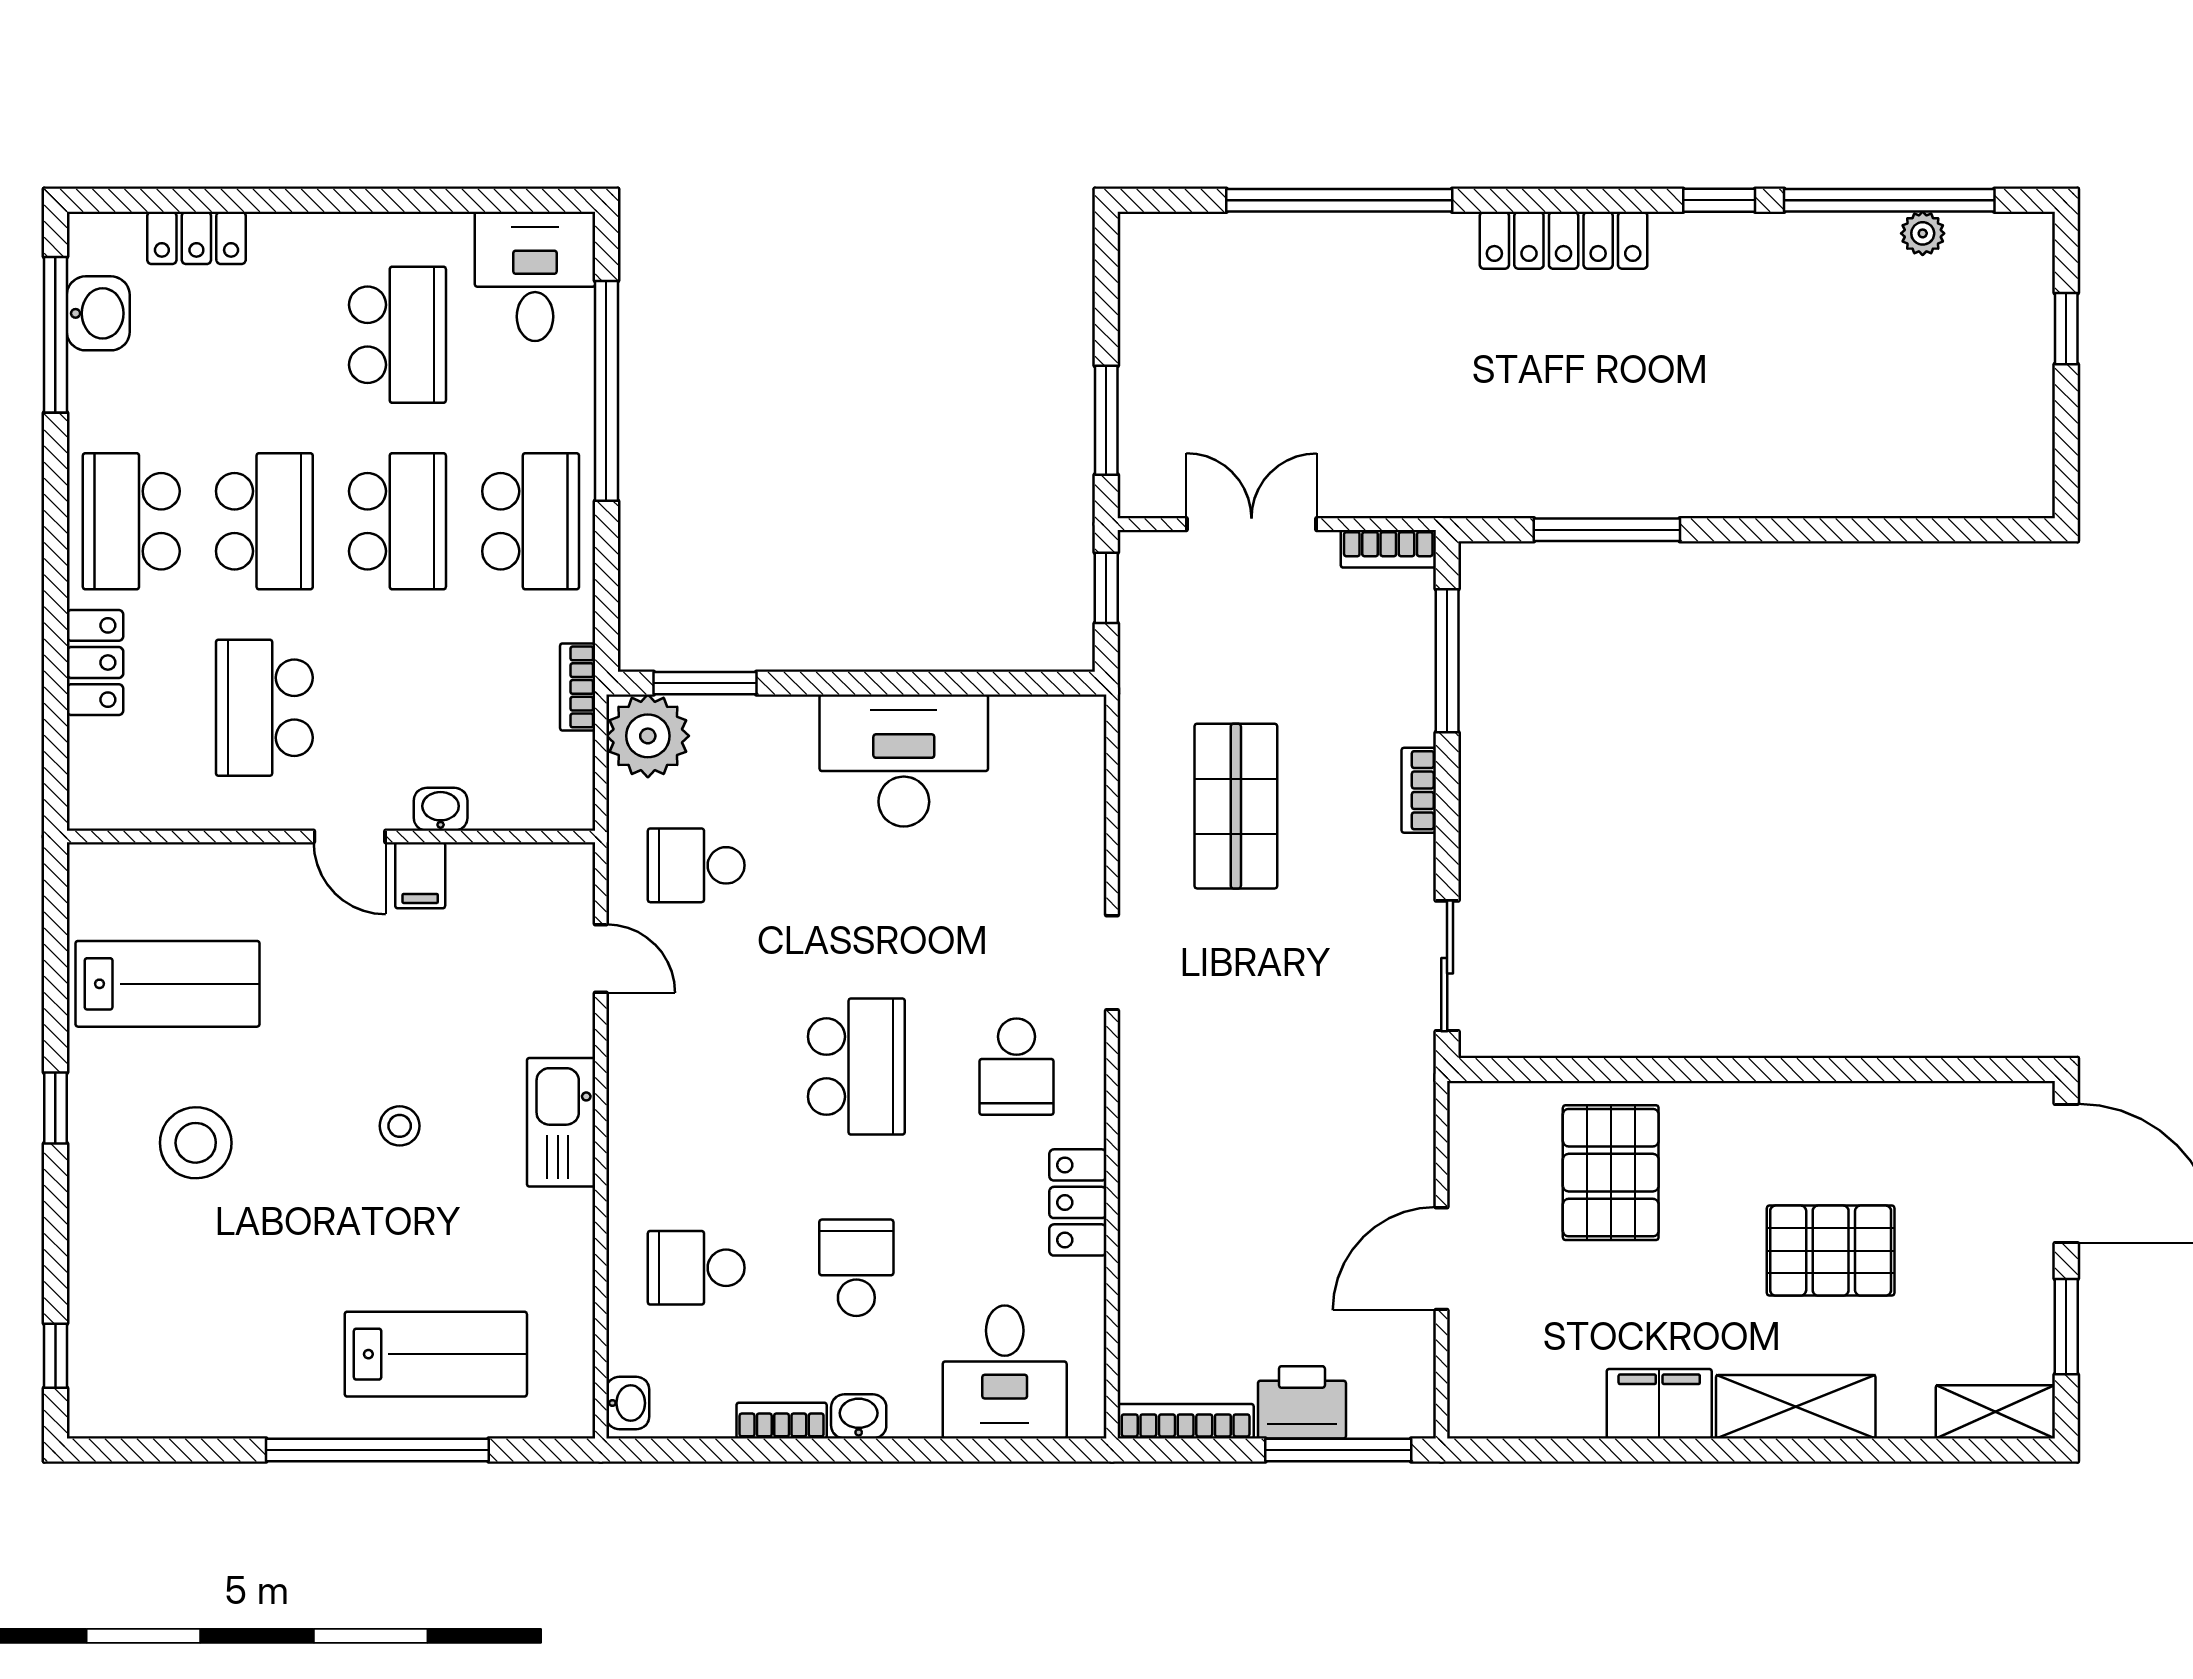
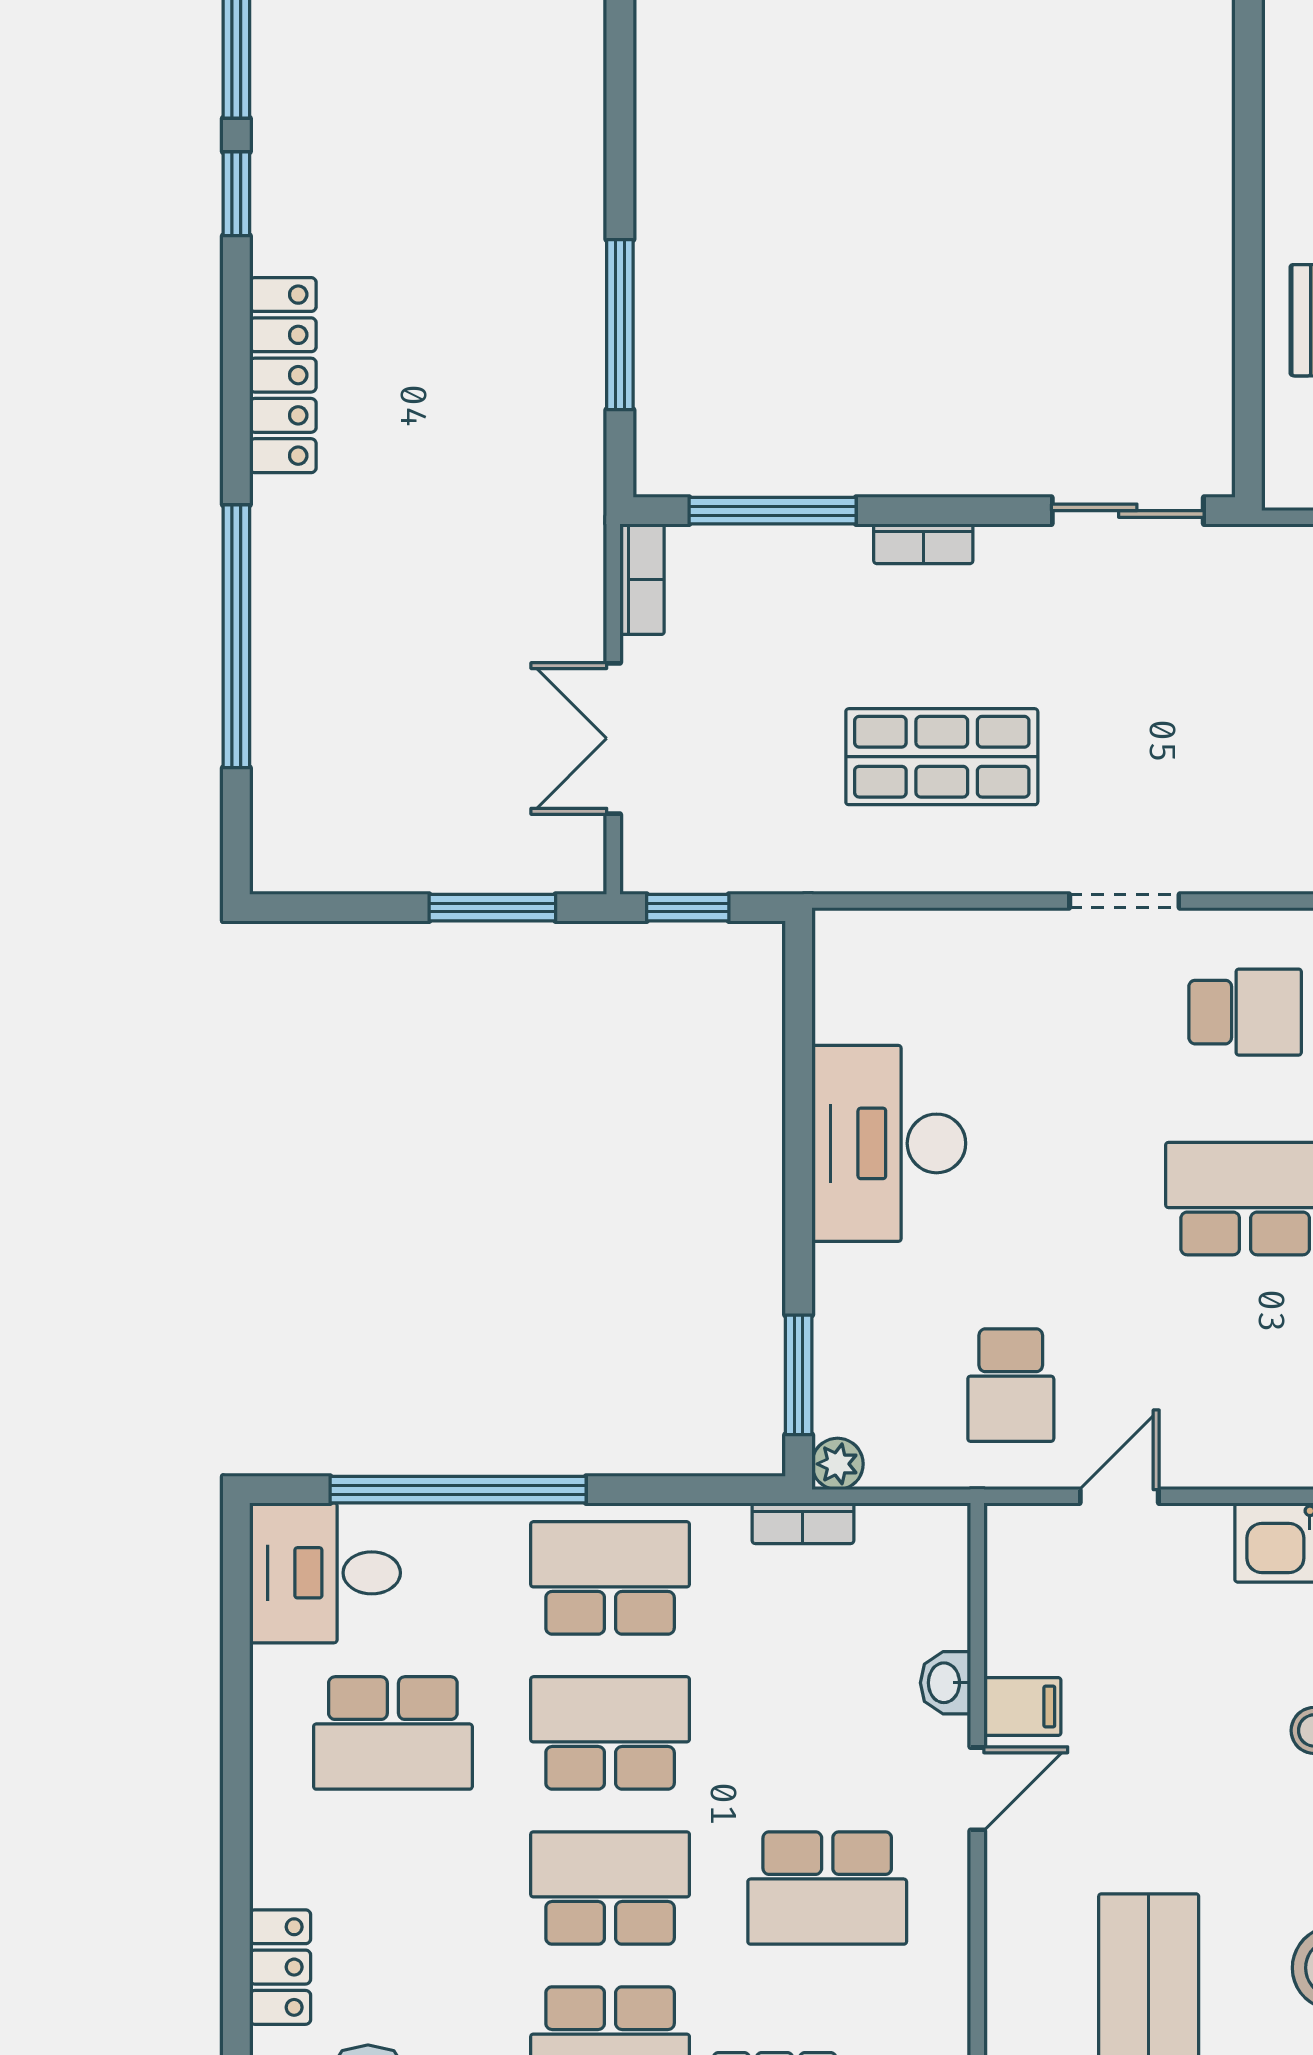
school desk: (397, 335) -> (393, 1733), turned 180
plant: (648, 736) -> (838, 1464), width x0.53, depth x0.53

